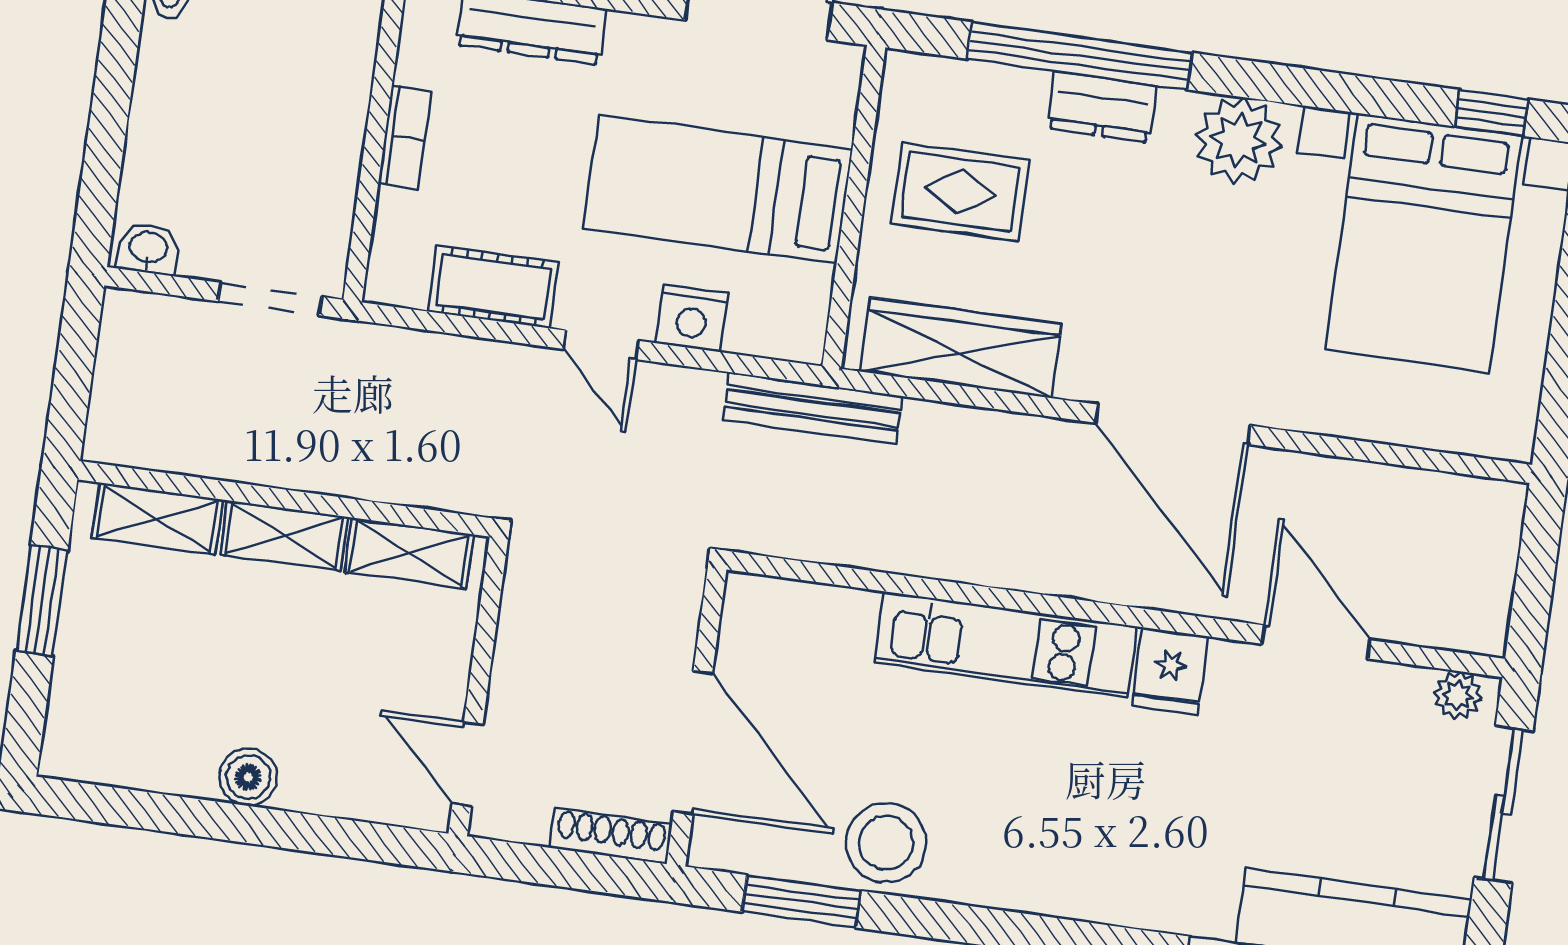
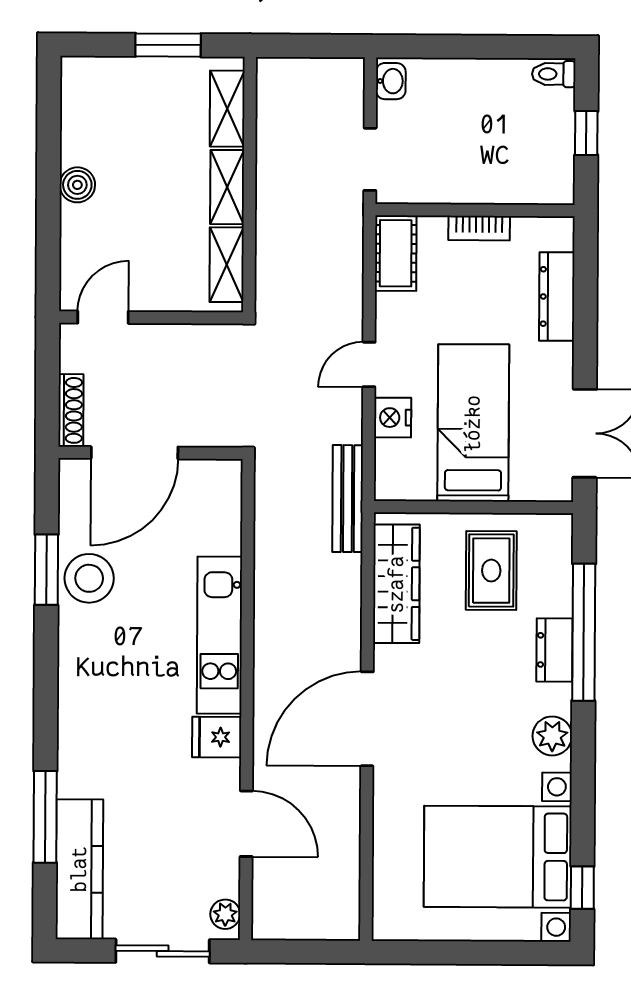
plant: (1239, 140) -> (552, 736), width x0.73, depth x0.73
cot: (494, 287) -> (396, 253), moved
door: (1316, 642) -> (246, 824), hinge flipped
window: (801, 901) -> (46, 570), moved

